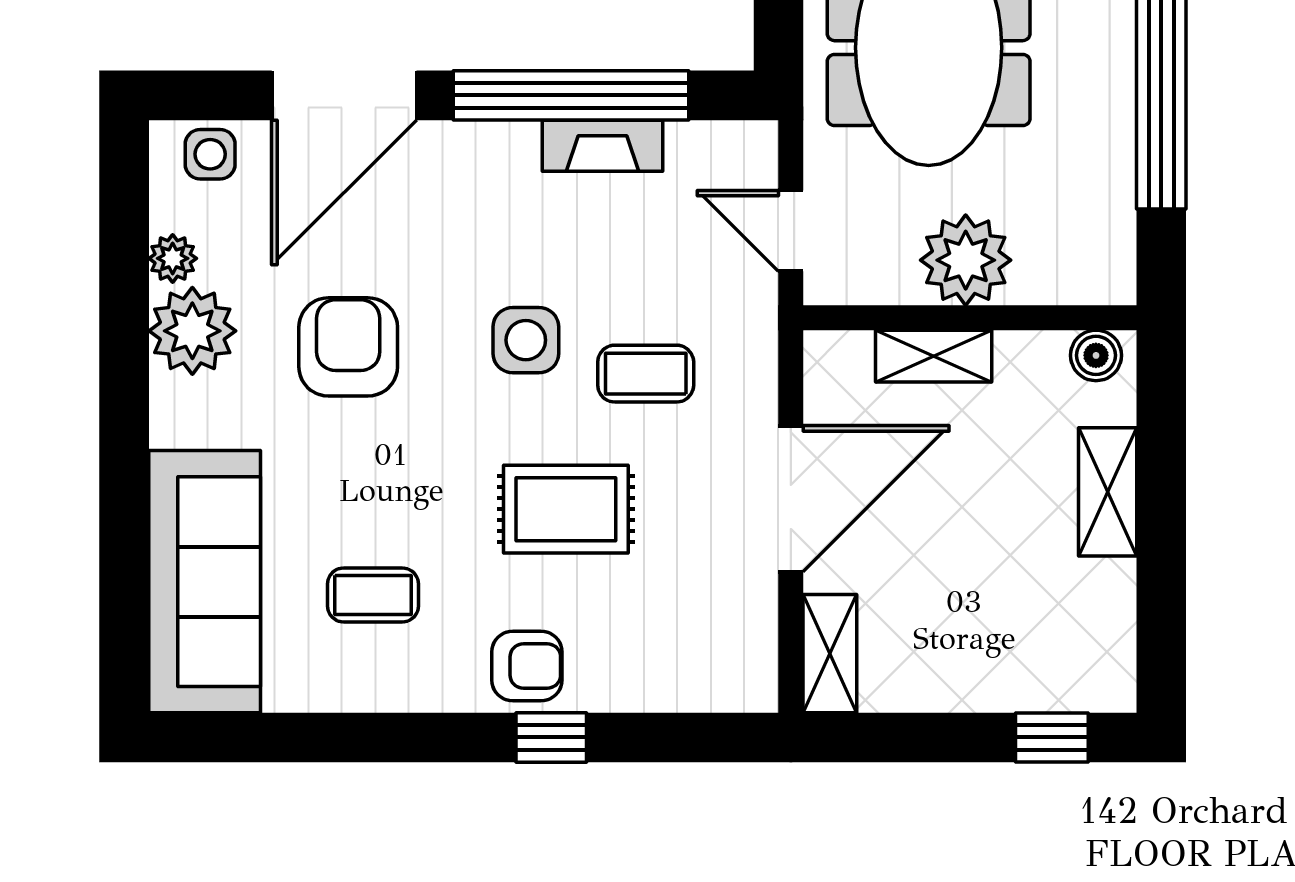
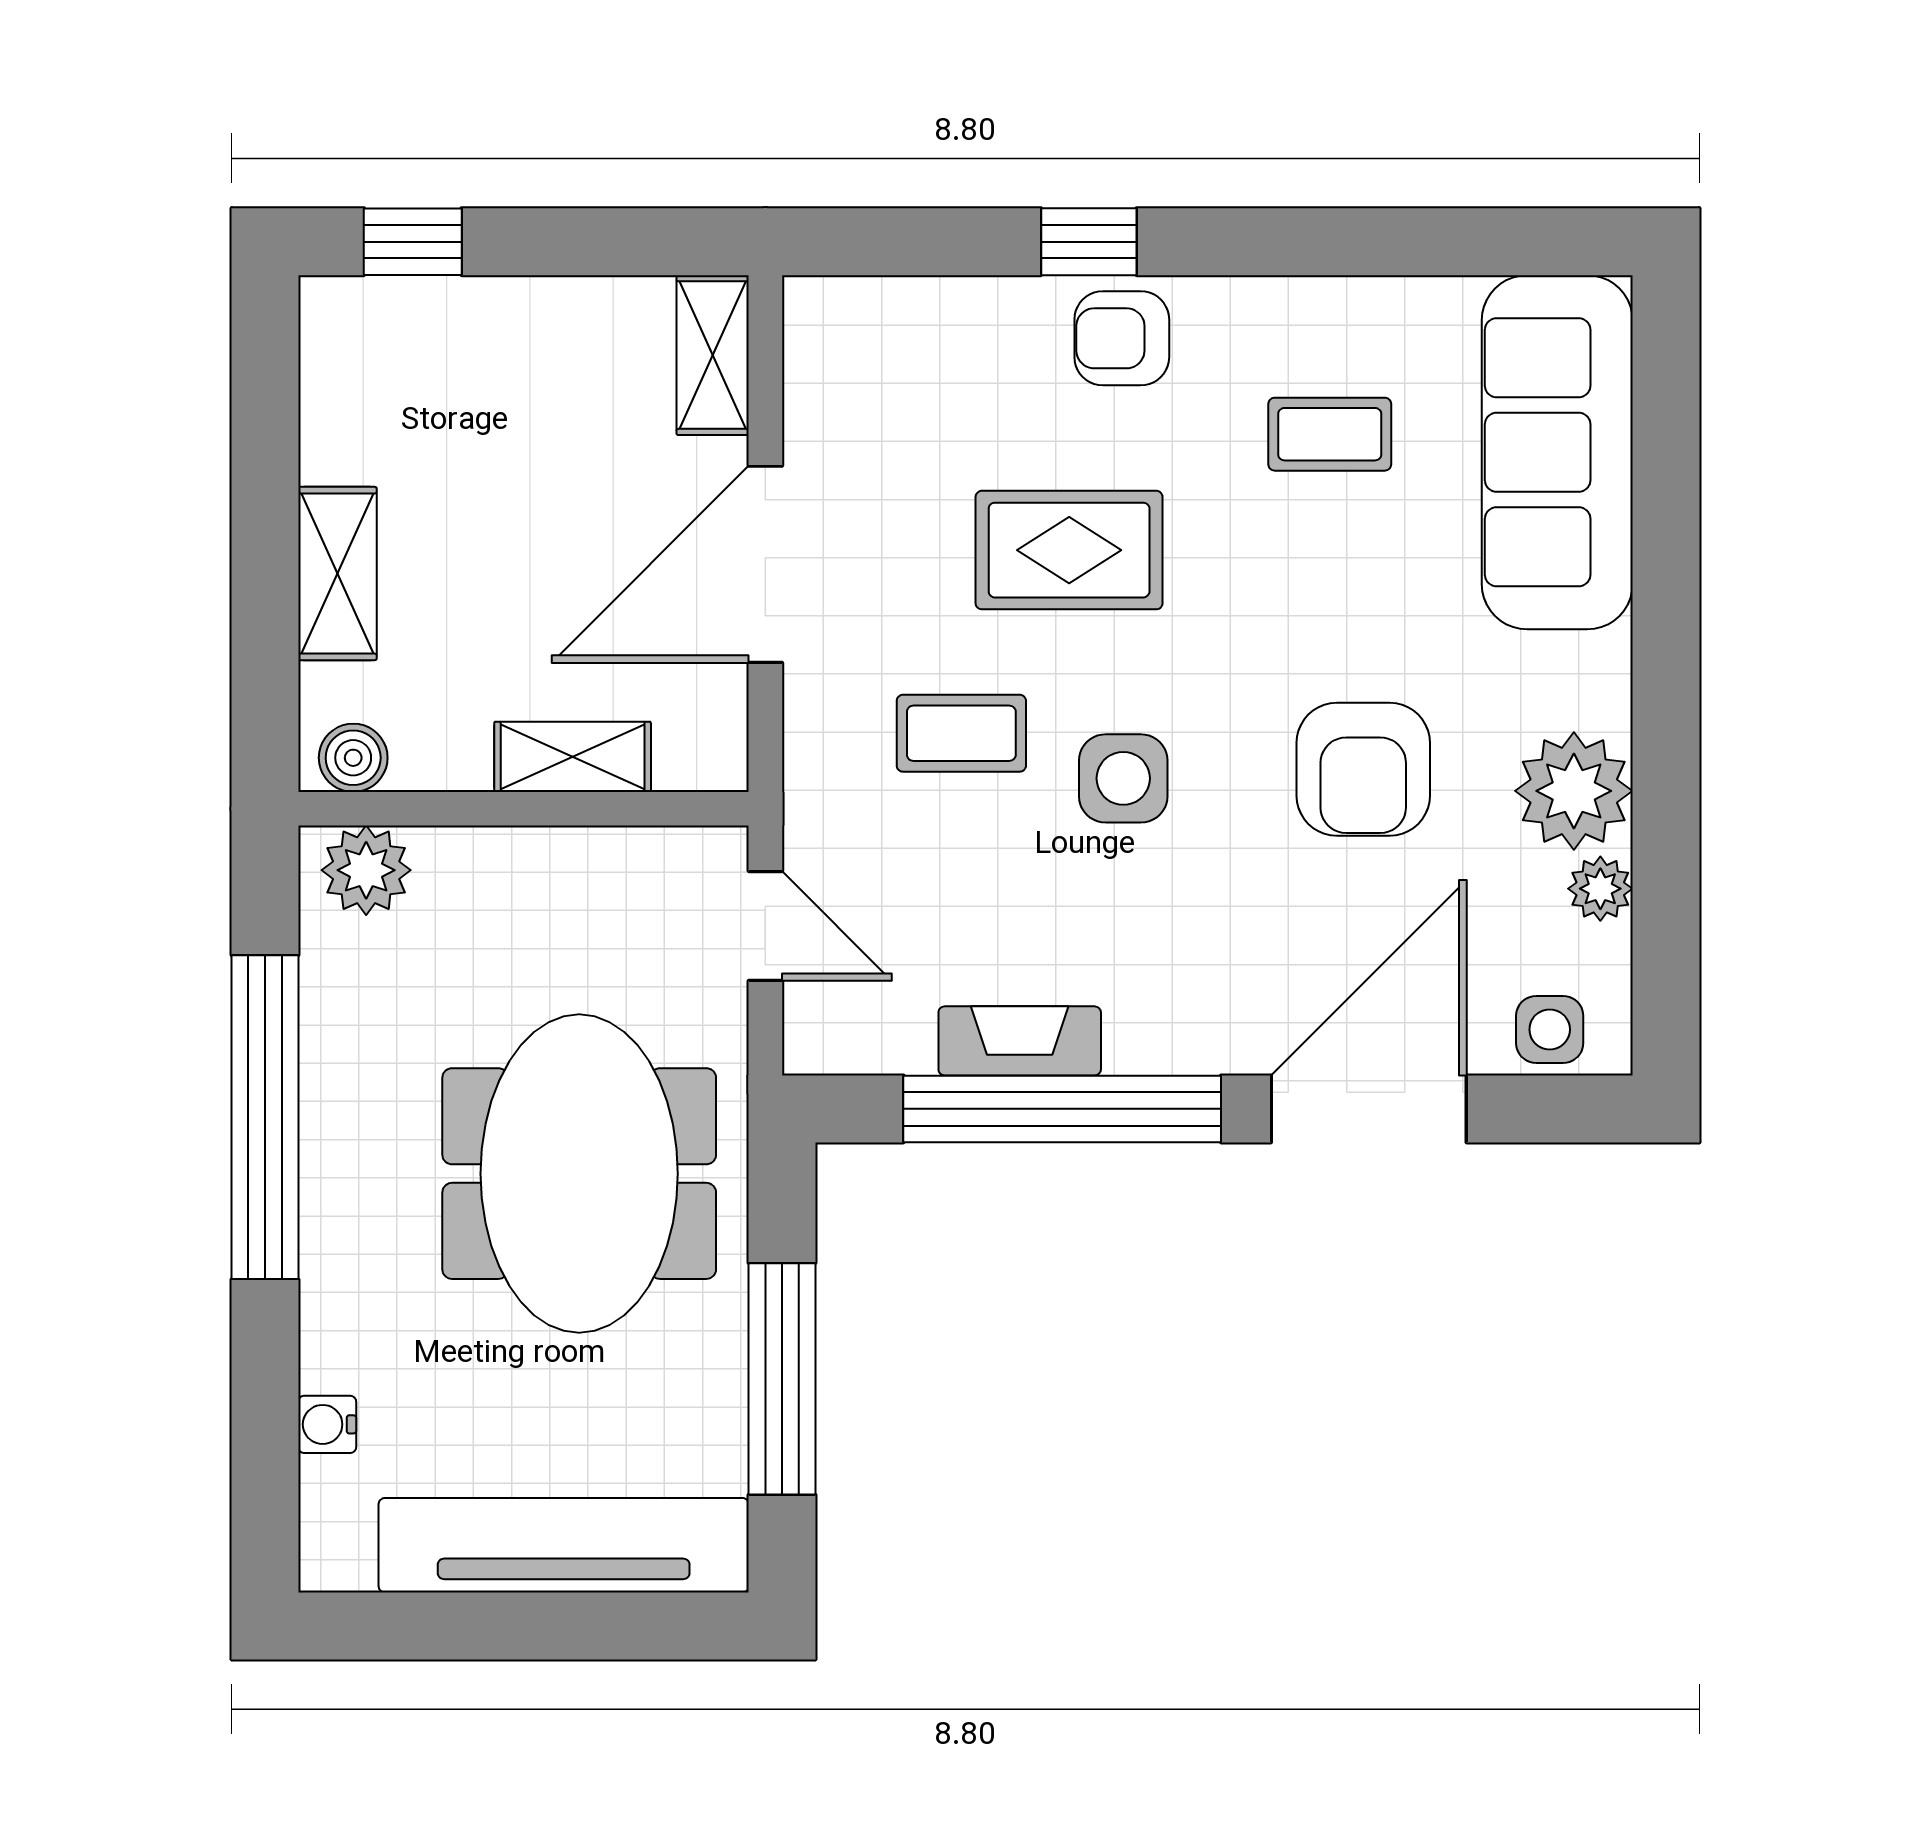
plant: (966, 260) -> (366, 870), moved, width x0.73, depth x0.73

